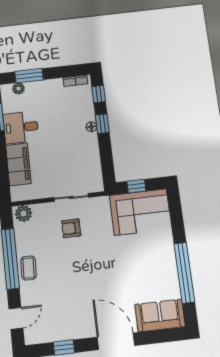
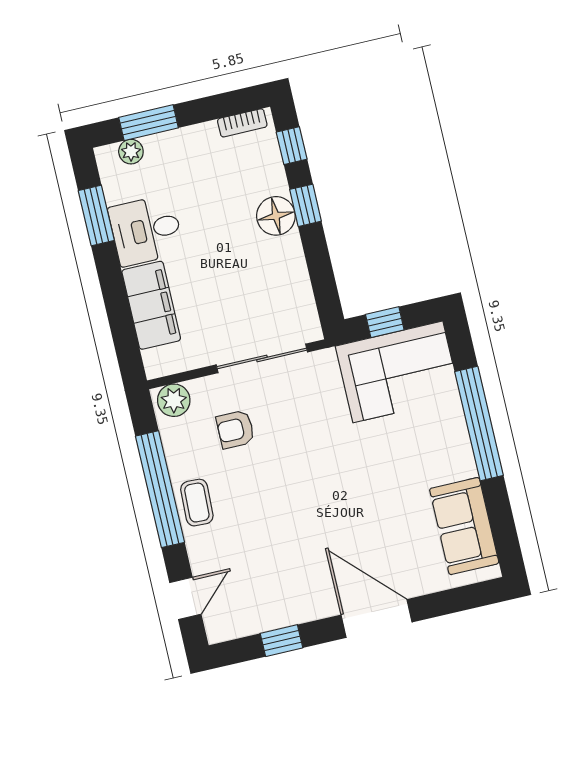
floor lamp: (91, 127) -> (276, 216), width x1.89, depth x1.89
sliding door: (71, 197) -> (262, 358), width x1.37
armchair: (71, 228) -> (235, 429), moved
window: (184, 273) -> (479, 424), moved
sofa: (160, 315) -> (464, 526), moved, turned -90

